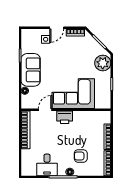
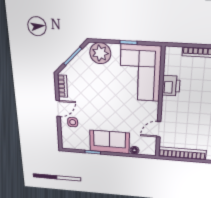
door: (57, 28) -> (58, 108), hinge flipped
corner sofa: (73, 94) -> (140, 73), moved
door: (45, 110) -> (159, 129), hinge flipped
printer: (65, 117) -> (171, 86), moved

